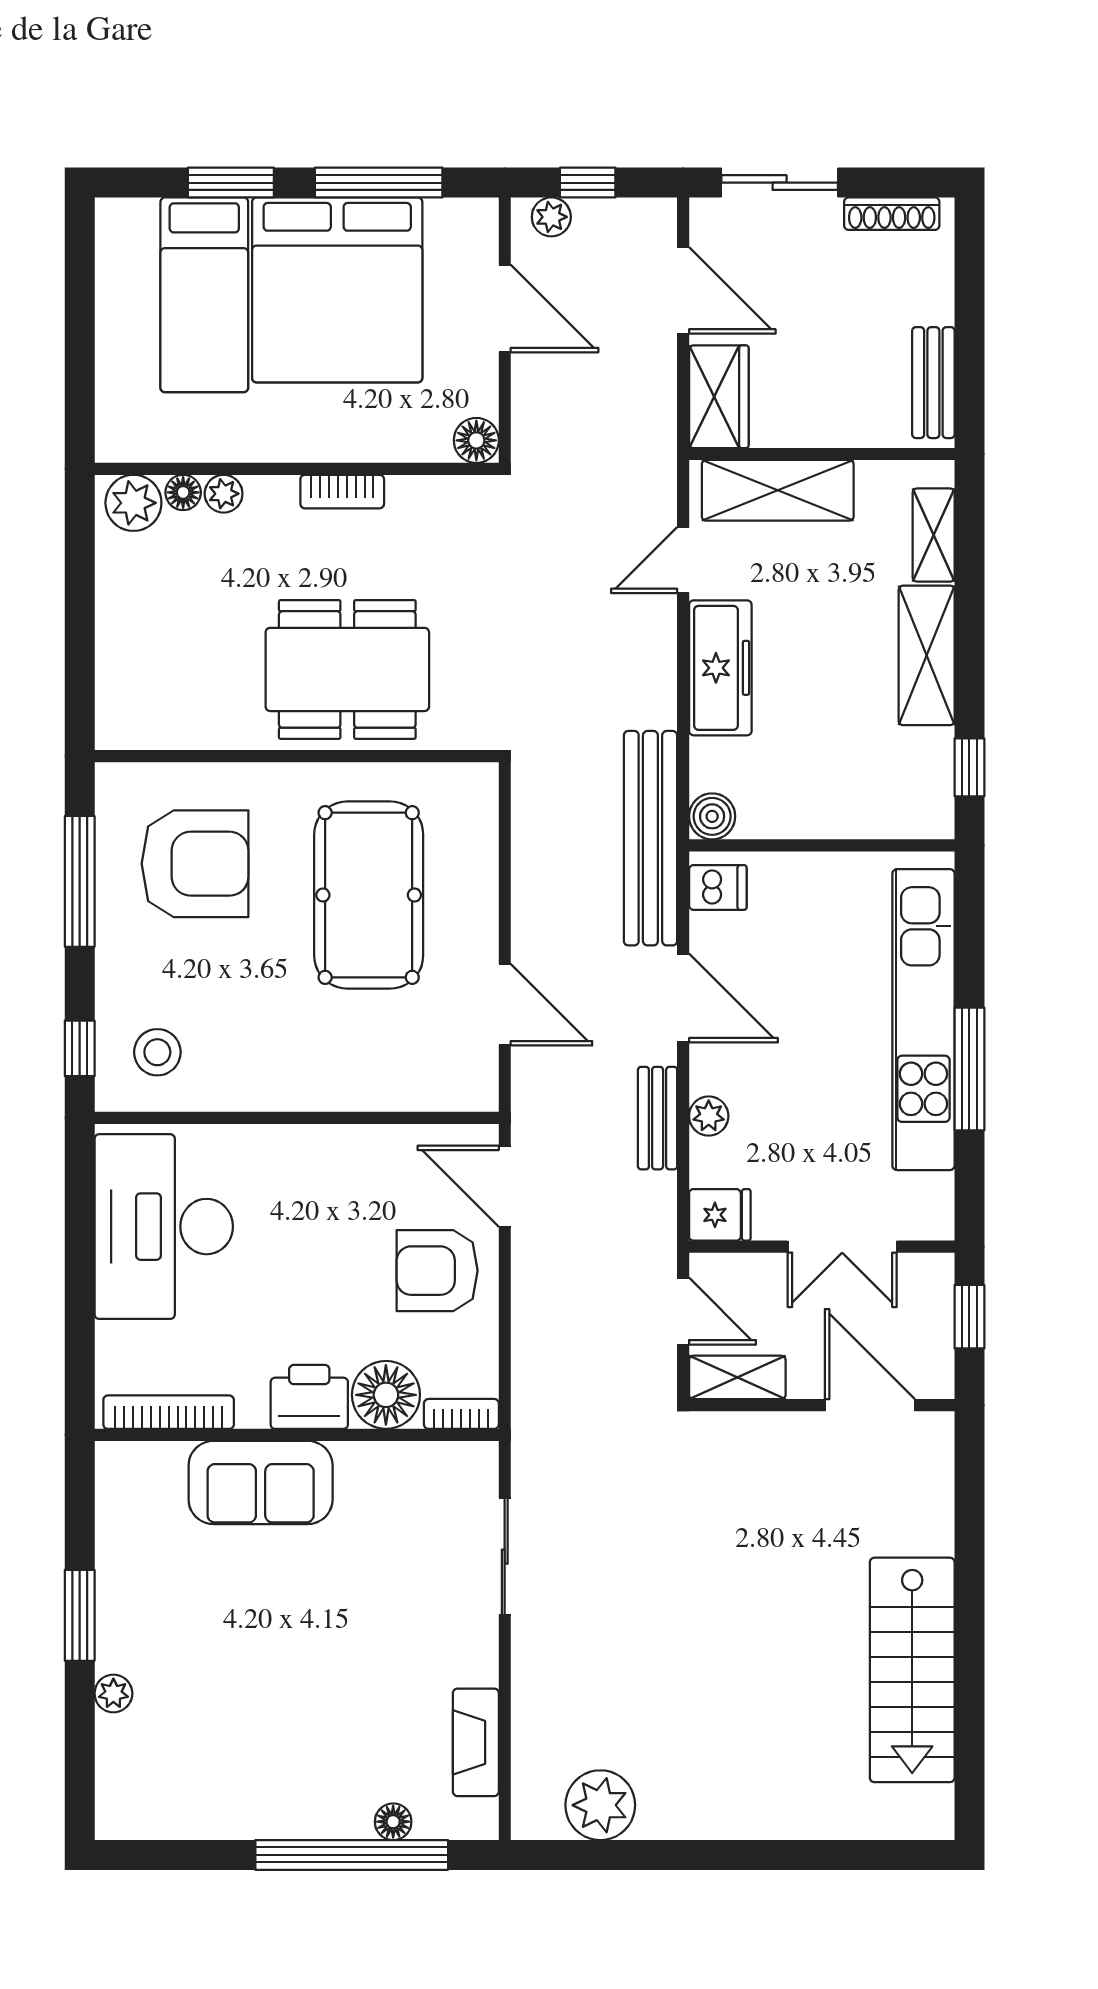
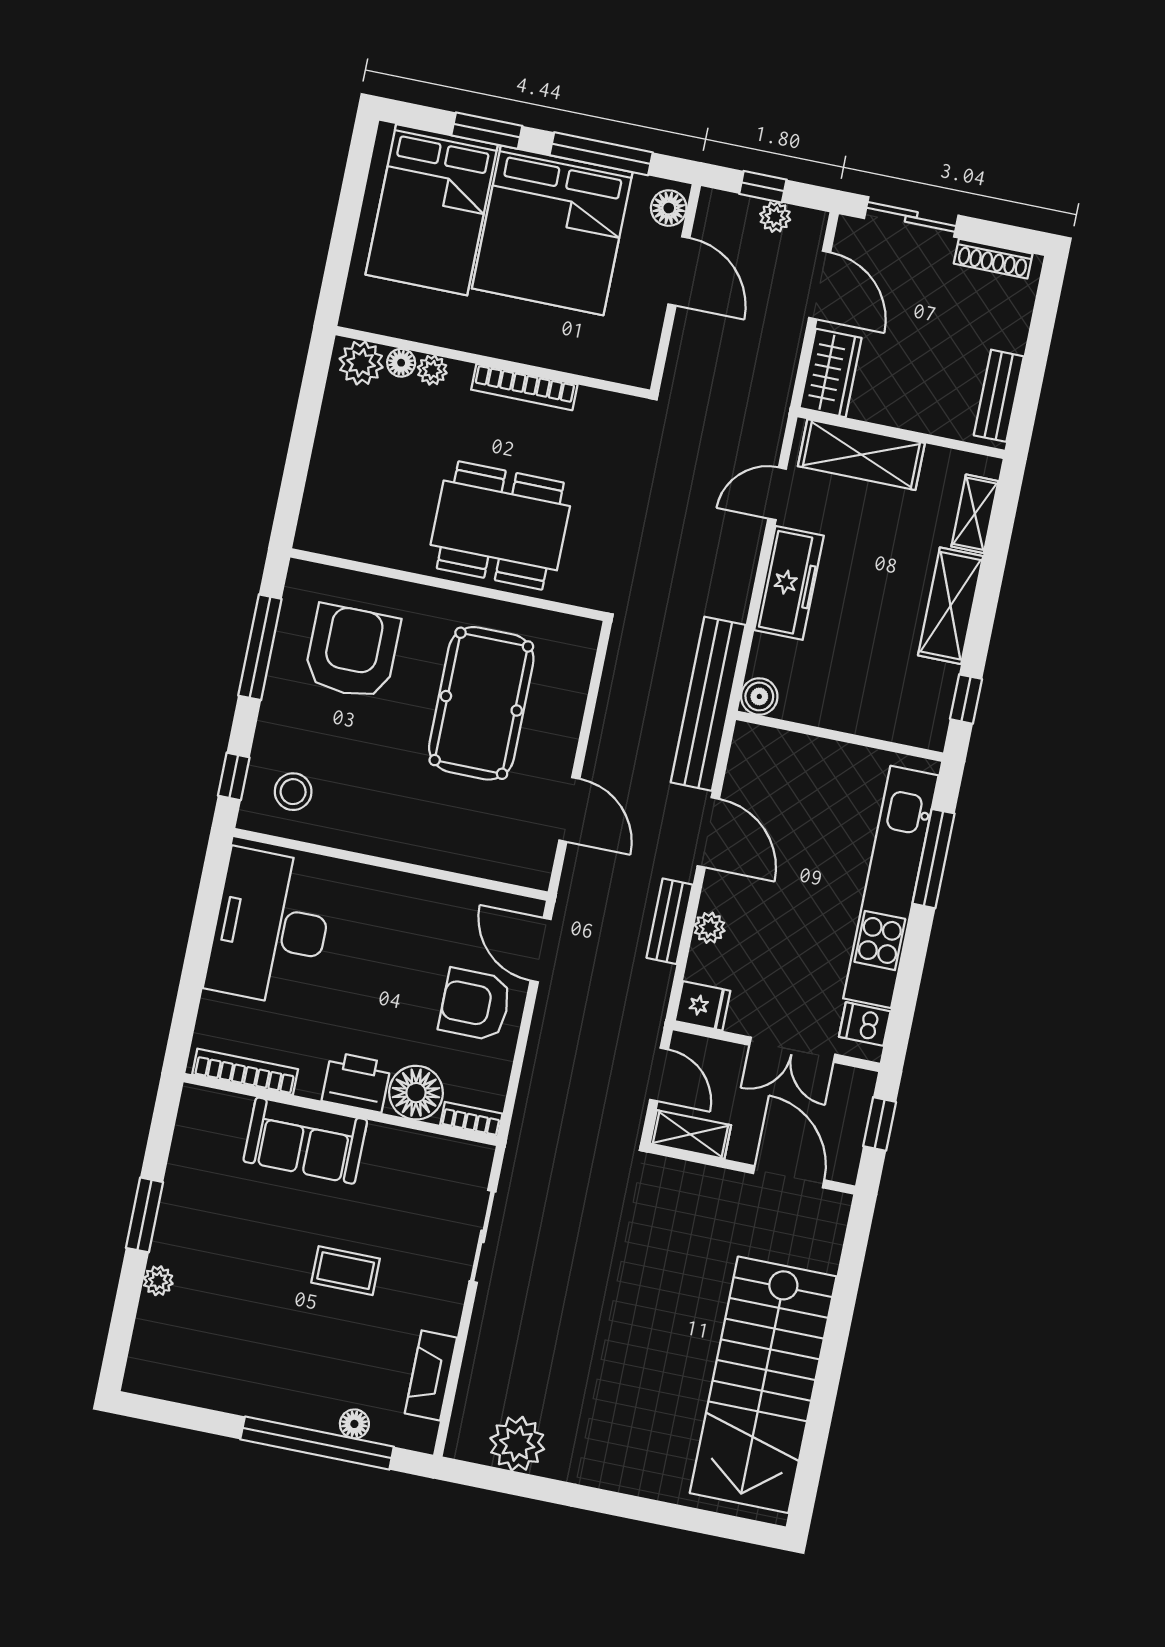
plant: (551, 217) -> (775, 217), moved
bed: (204, 295) -> (432, 210), width x1.50
floor lamp: (476, 440) -> (669, 208), moved
bookcase: (342, 492) -> (524, 387), width x1.56
armchair: (195, 864) -> (352, 652), turned -90
dishwasher: (718, 887) -> (865, 1024), moved, turned 180
window: (969, 1069) -> (934, 859), moved
coffee table: (344, 1634) -> (346, 1271), added
stairs: (912, 1670) -> (763, 1385), width x1.36, depth x1.51

